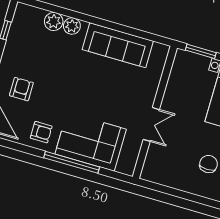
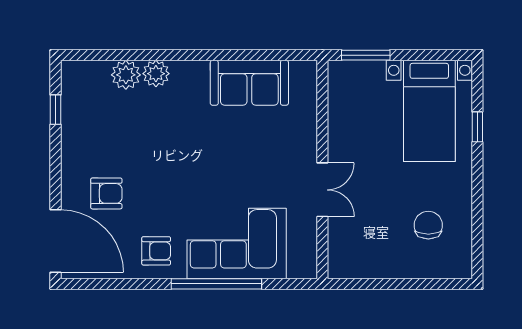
sofa: (118, 45) -> (249, 83), width x0.73
armchair: (21, 89) -> (106, 193), turned 90

